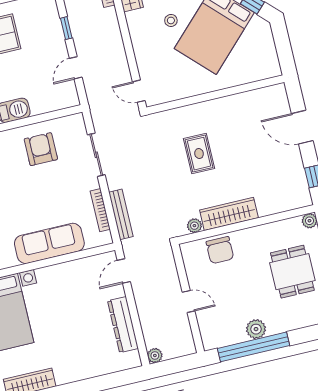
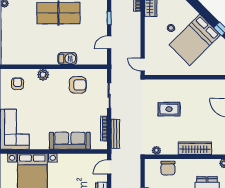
armchair: (41, 149) -> (78, 85), turned 90
rug: (199, 154) -> (169, 109), turned 90
wardrobe: (229, 214) -> (195, 148), moved

